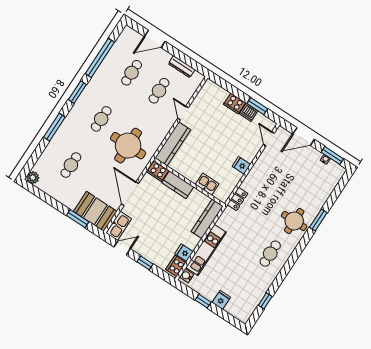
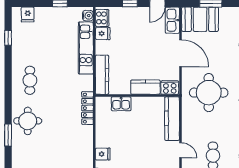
fridge: (241, 165) -> (103, 154), moved
locker: (237, 199) -> (87, 108), width x1.53
fridge: (221, 300) -> (28, 14), moved

